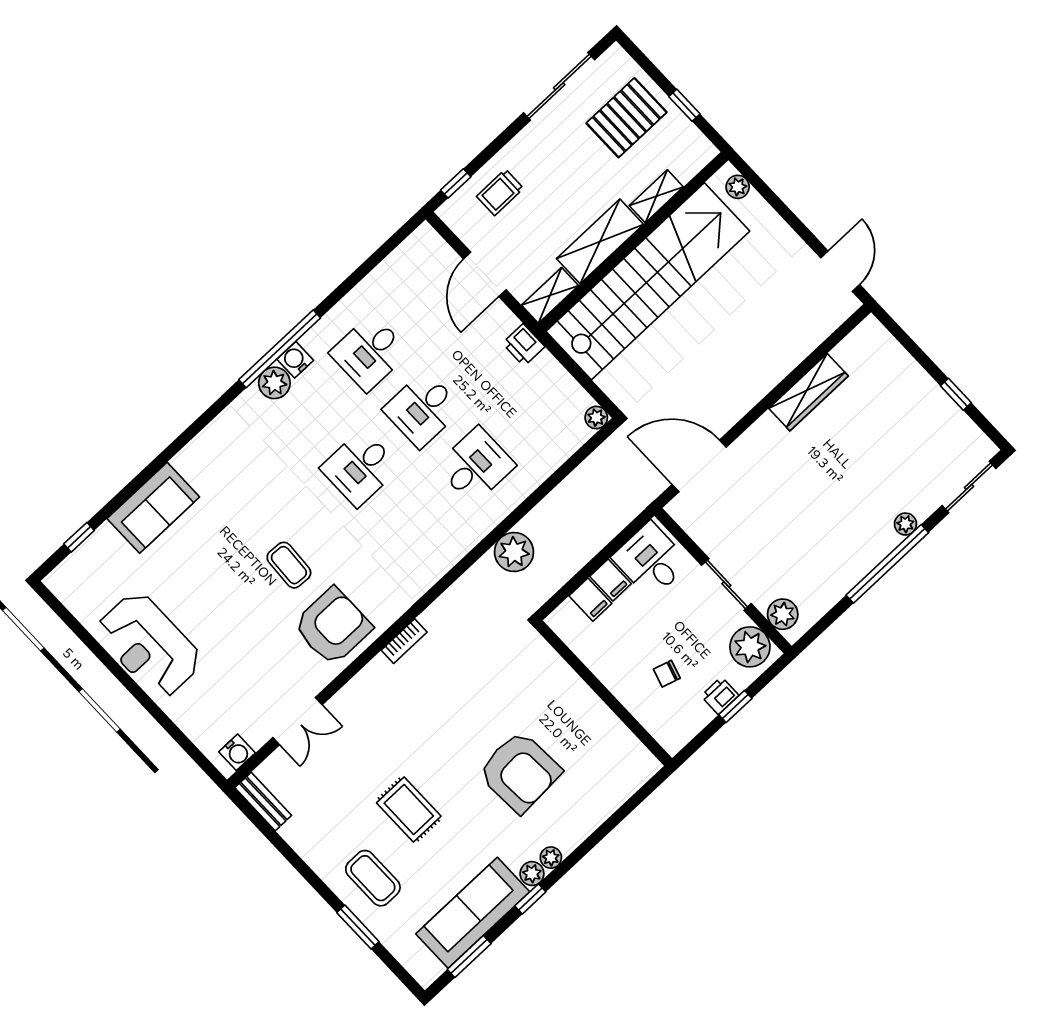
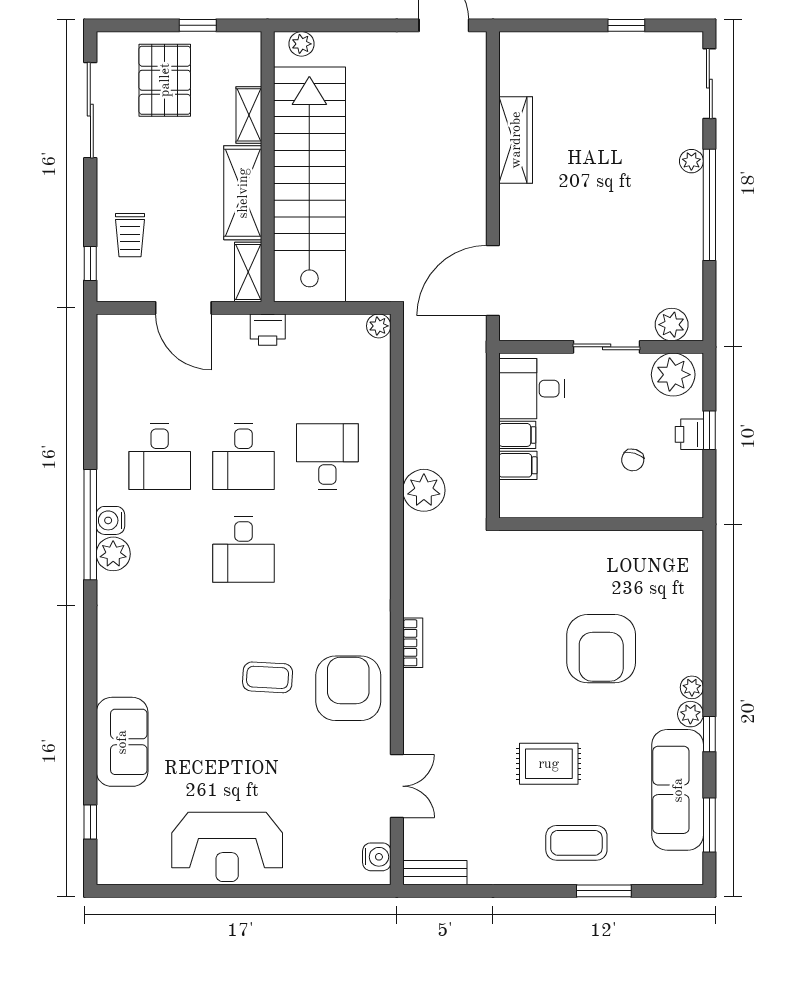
armchair: (520, 772) -> (601, 649), turned 93

